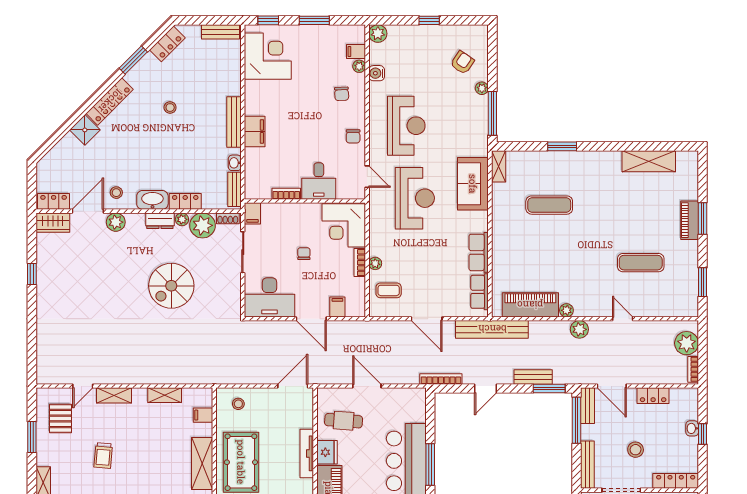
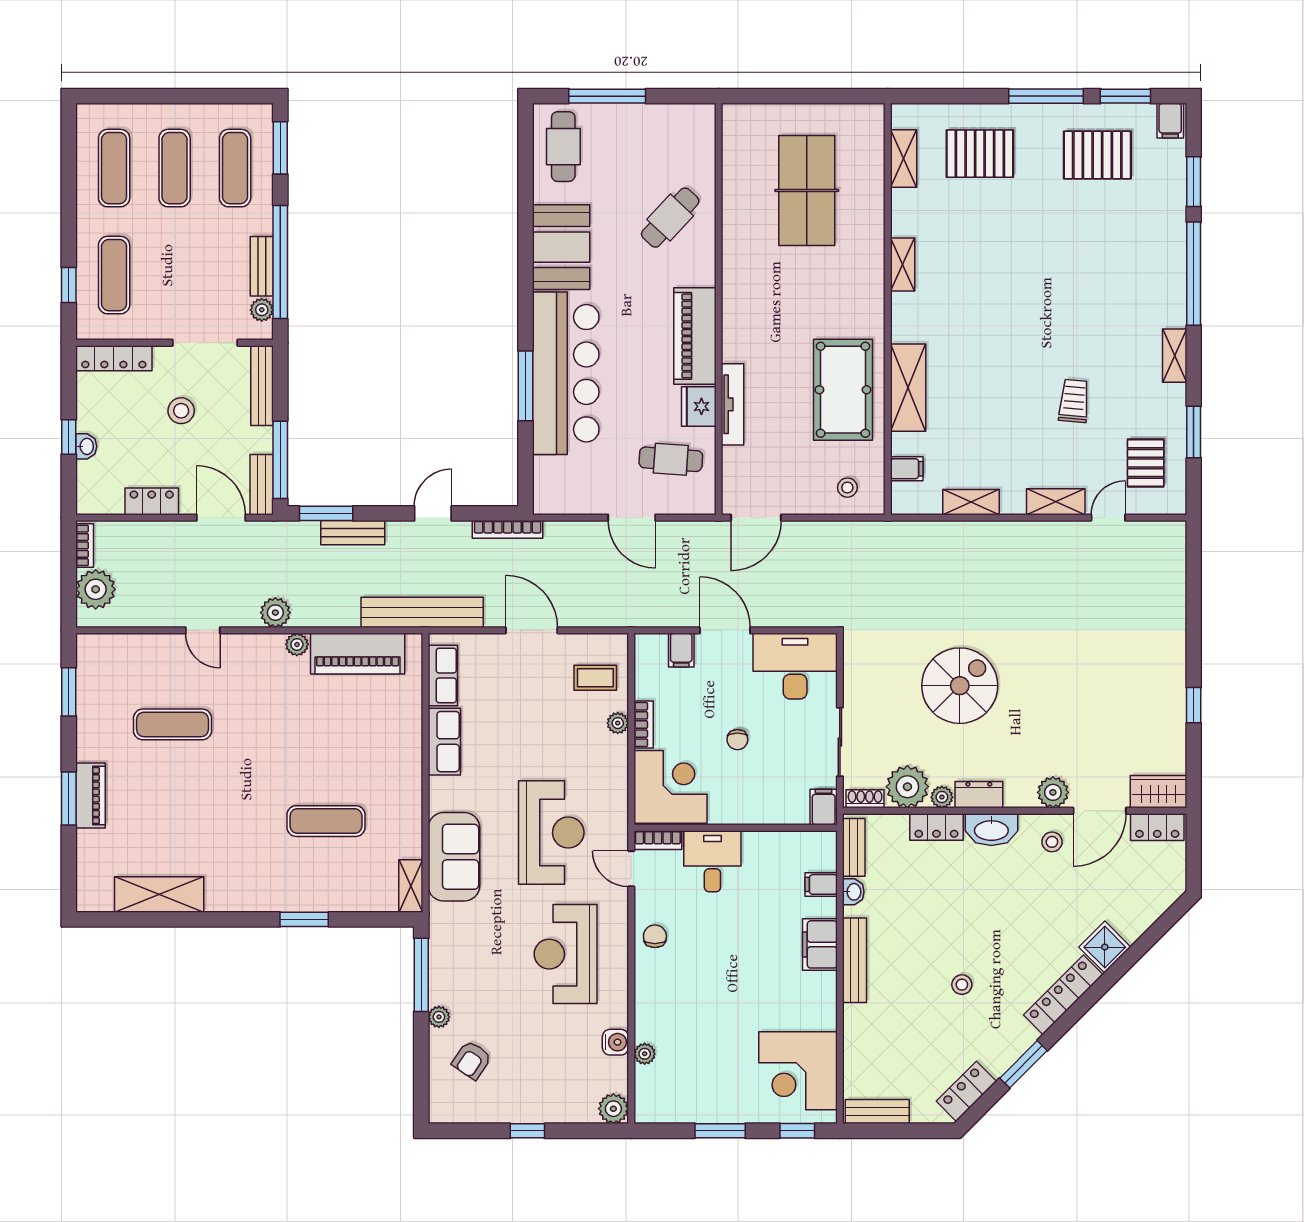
filing cabinet: (356, 51) -> (821, 884), moved, turned 180
chair: (342, 94) -> (674, 1008), removed
bookcase: (286, 194) -> (658, 840), moved
reception desk: (415, 198) -> (551, 833), turned 180

